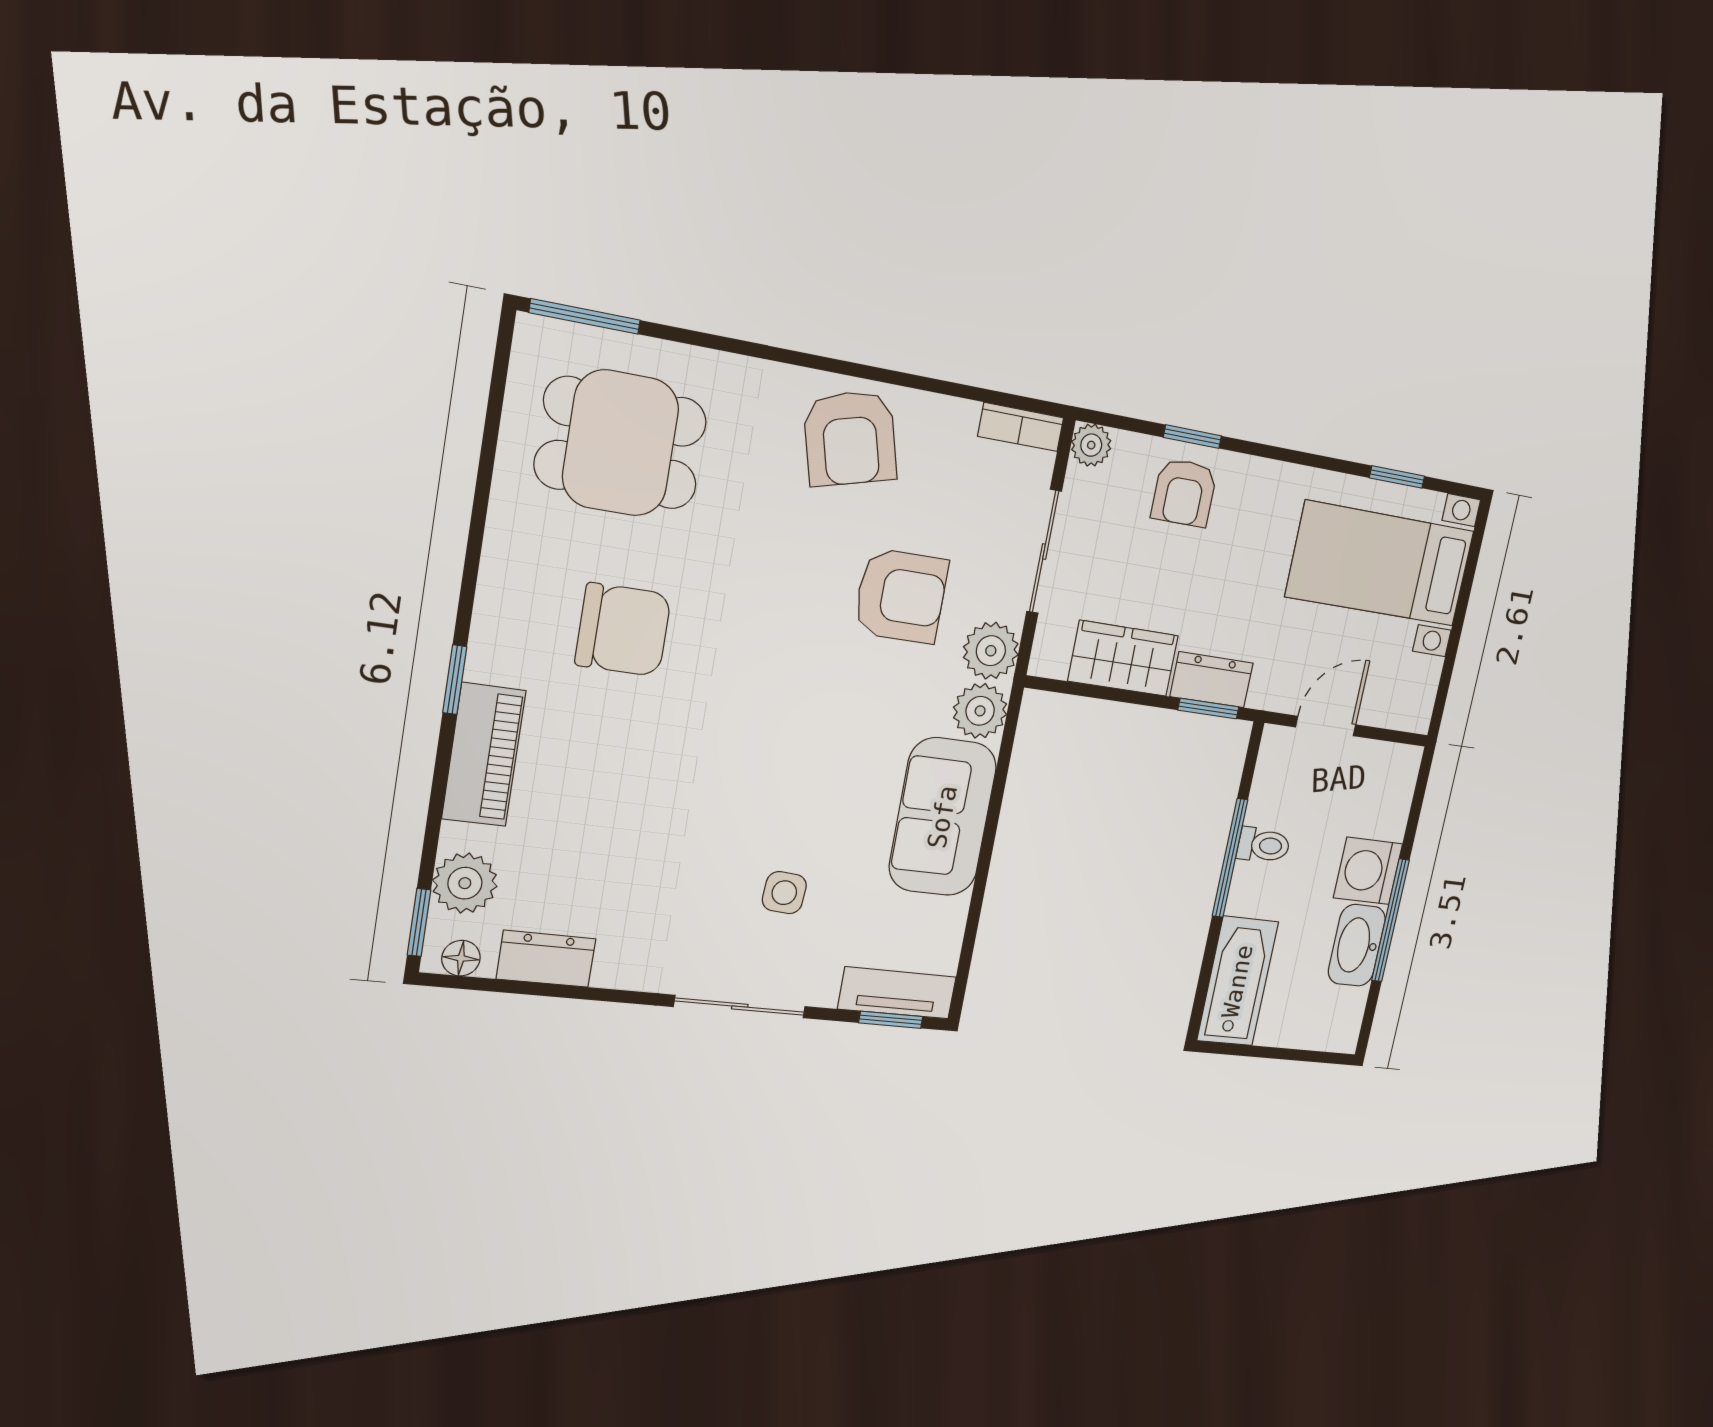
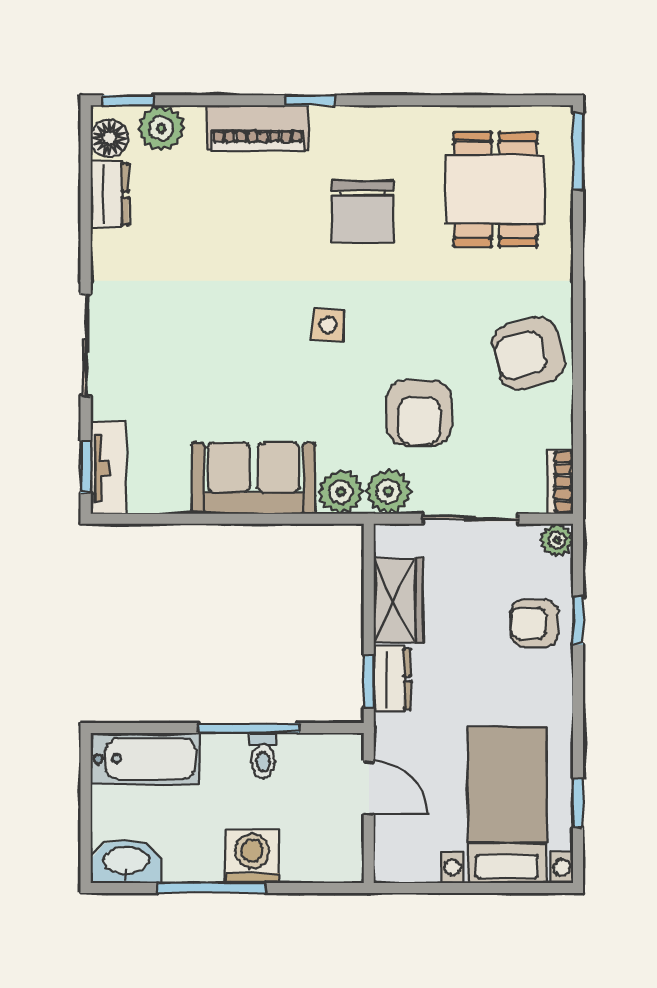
side table: (784, 893) -> (328, 325), moved
washbasin: (1357, 945) -> (126, 862), moved
floor lamp: (461, 958) -> (109, 138), width x1.37, depth x1.37

